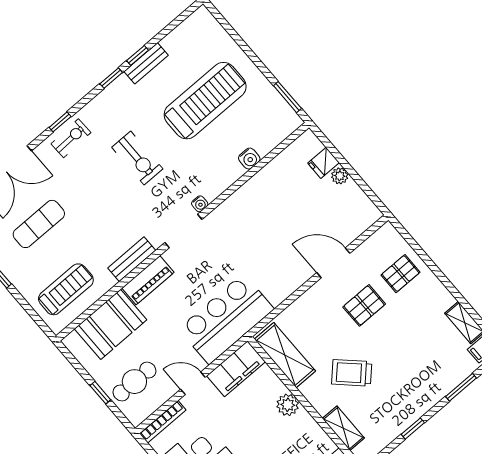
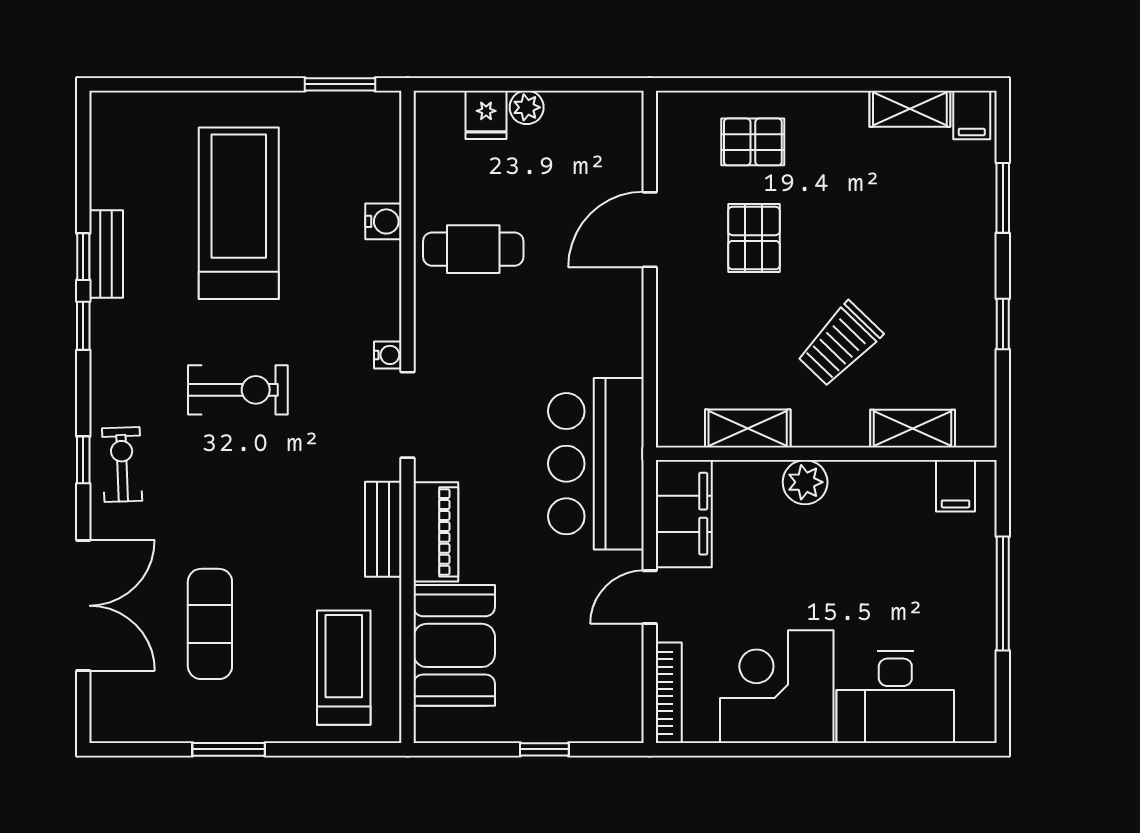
pallet: (401, 274) -> (753, 142), turned 90
shelving: (285, 355) -> (748, 428), width x0.67, depth x0.75
cafe table: (134, 382) -> (473, 249), moved, turned 90

